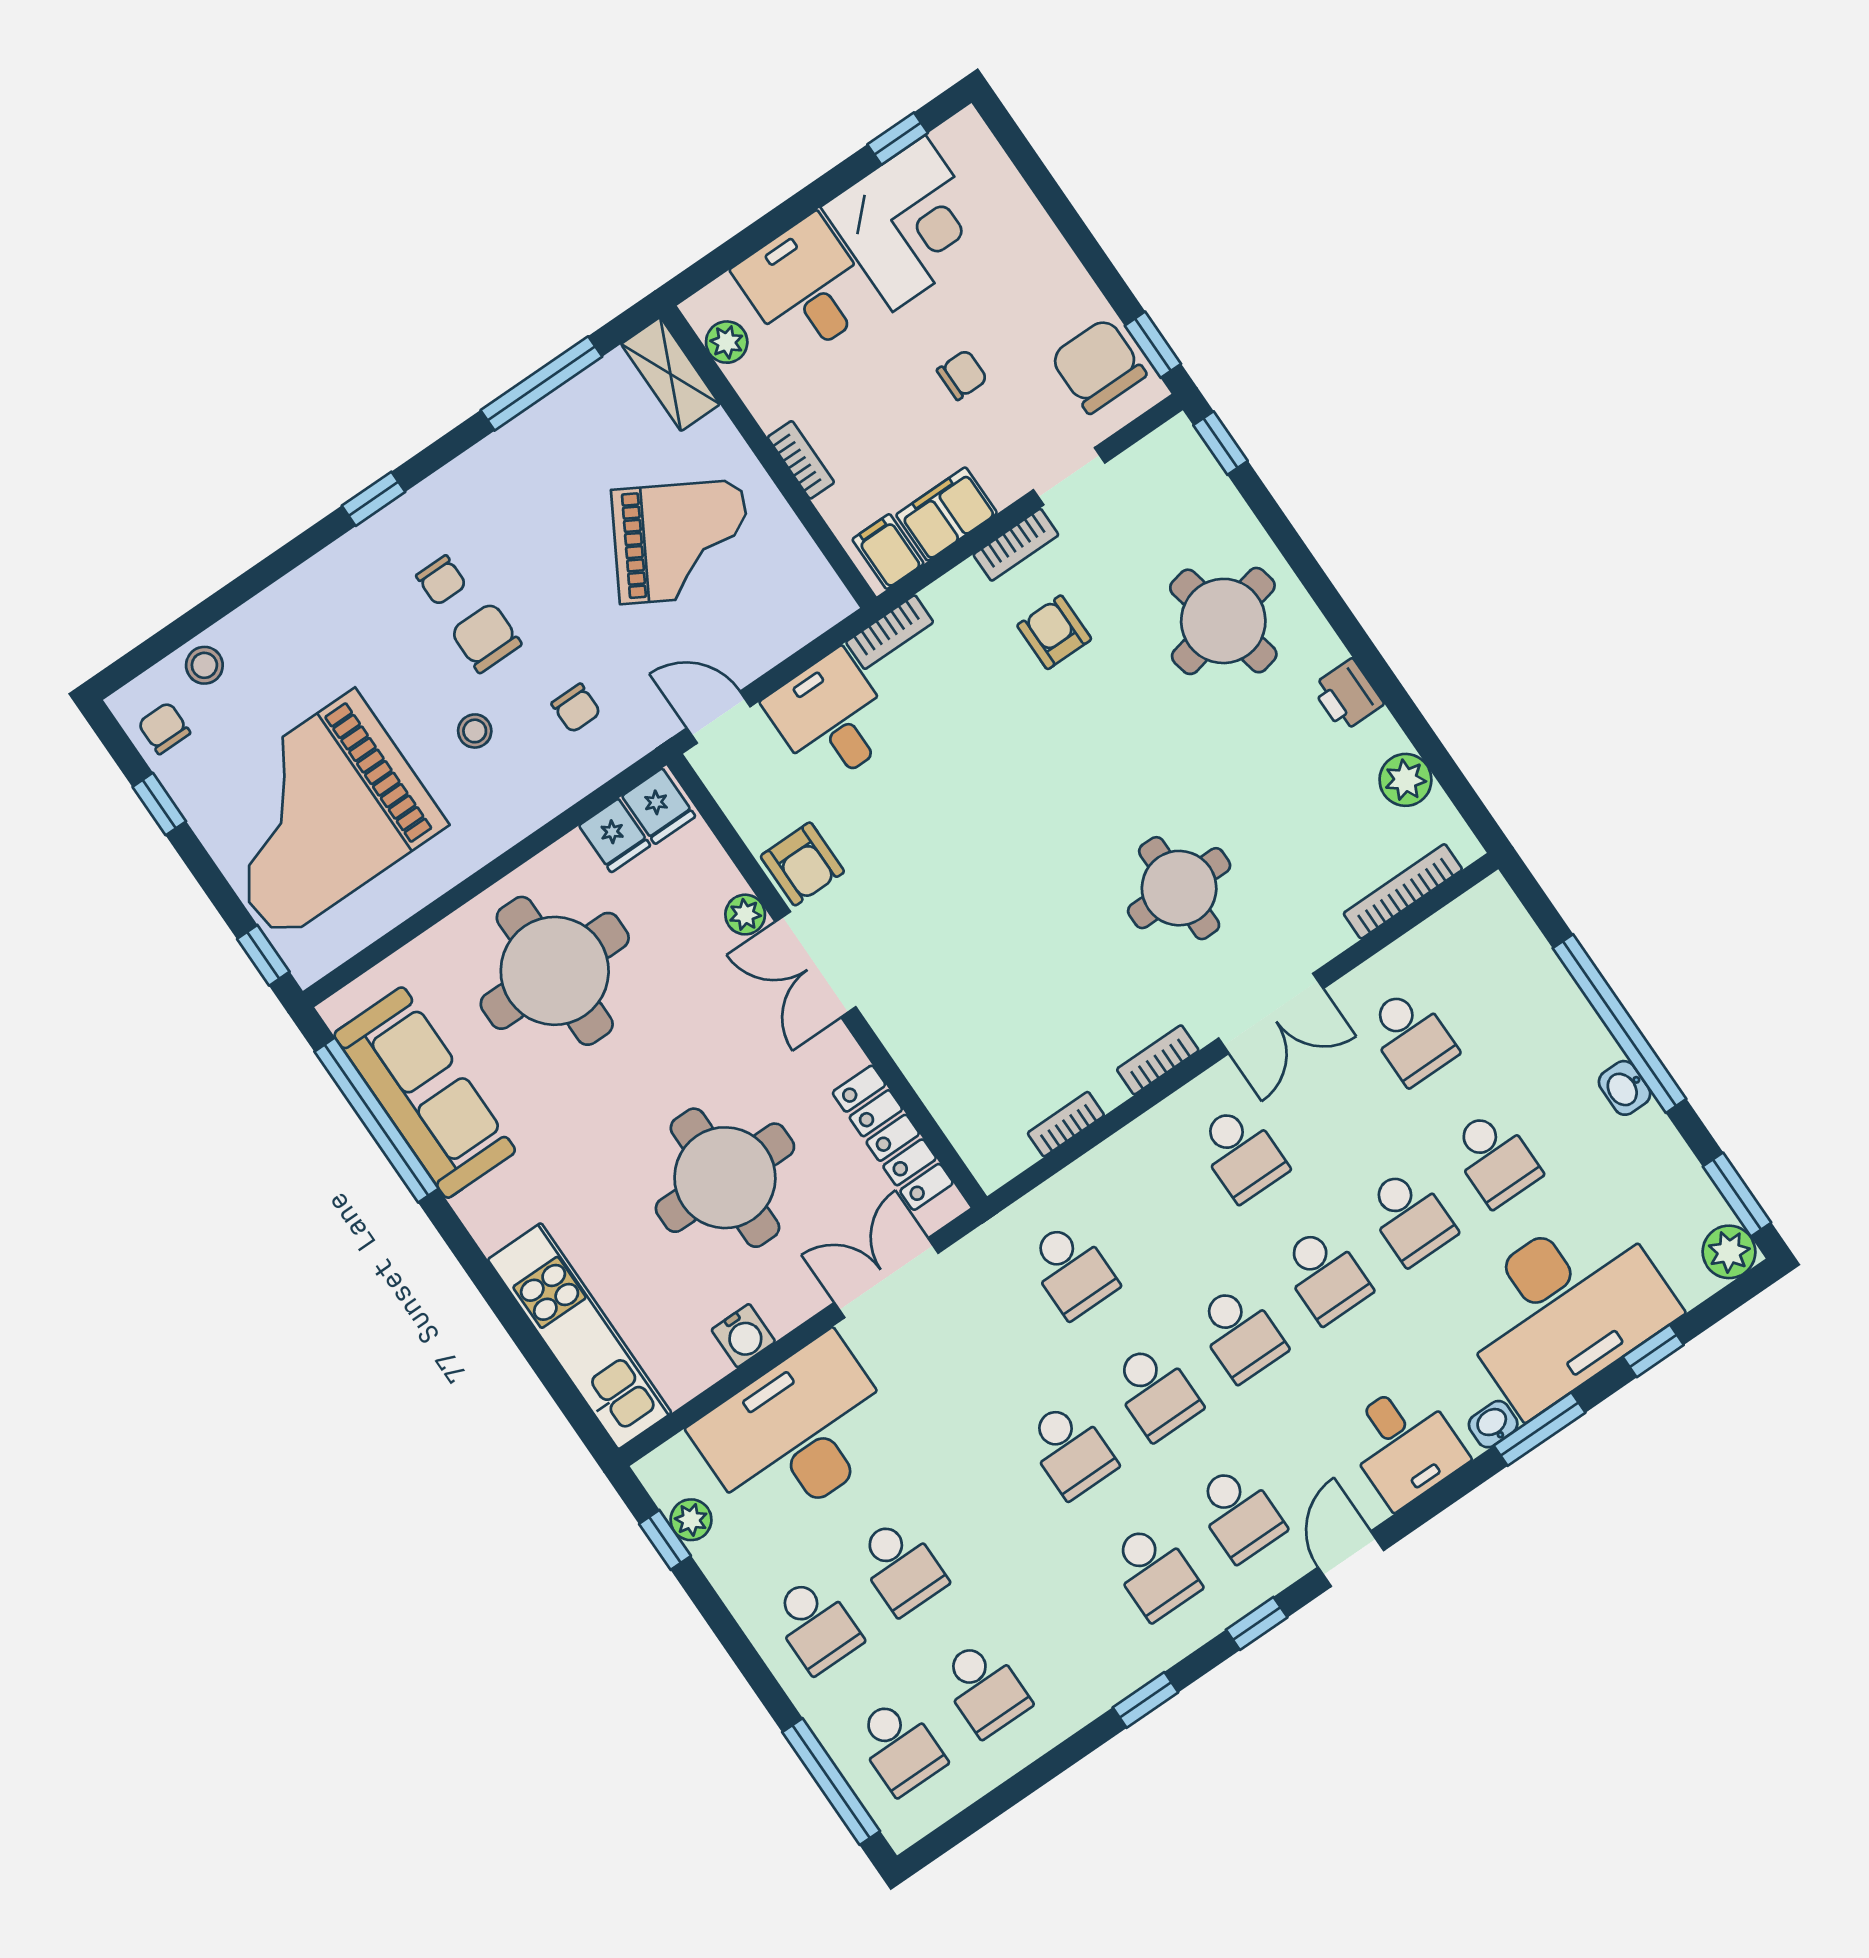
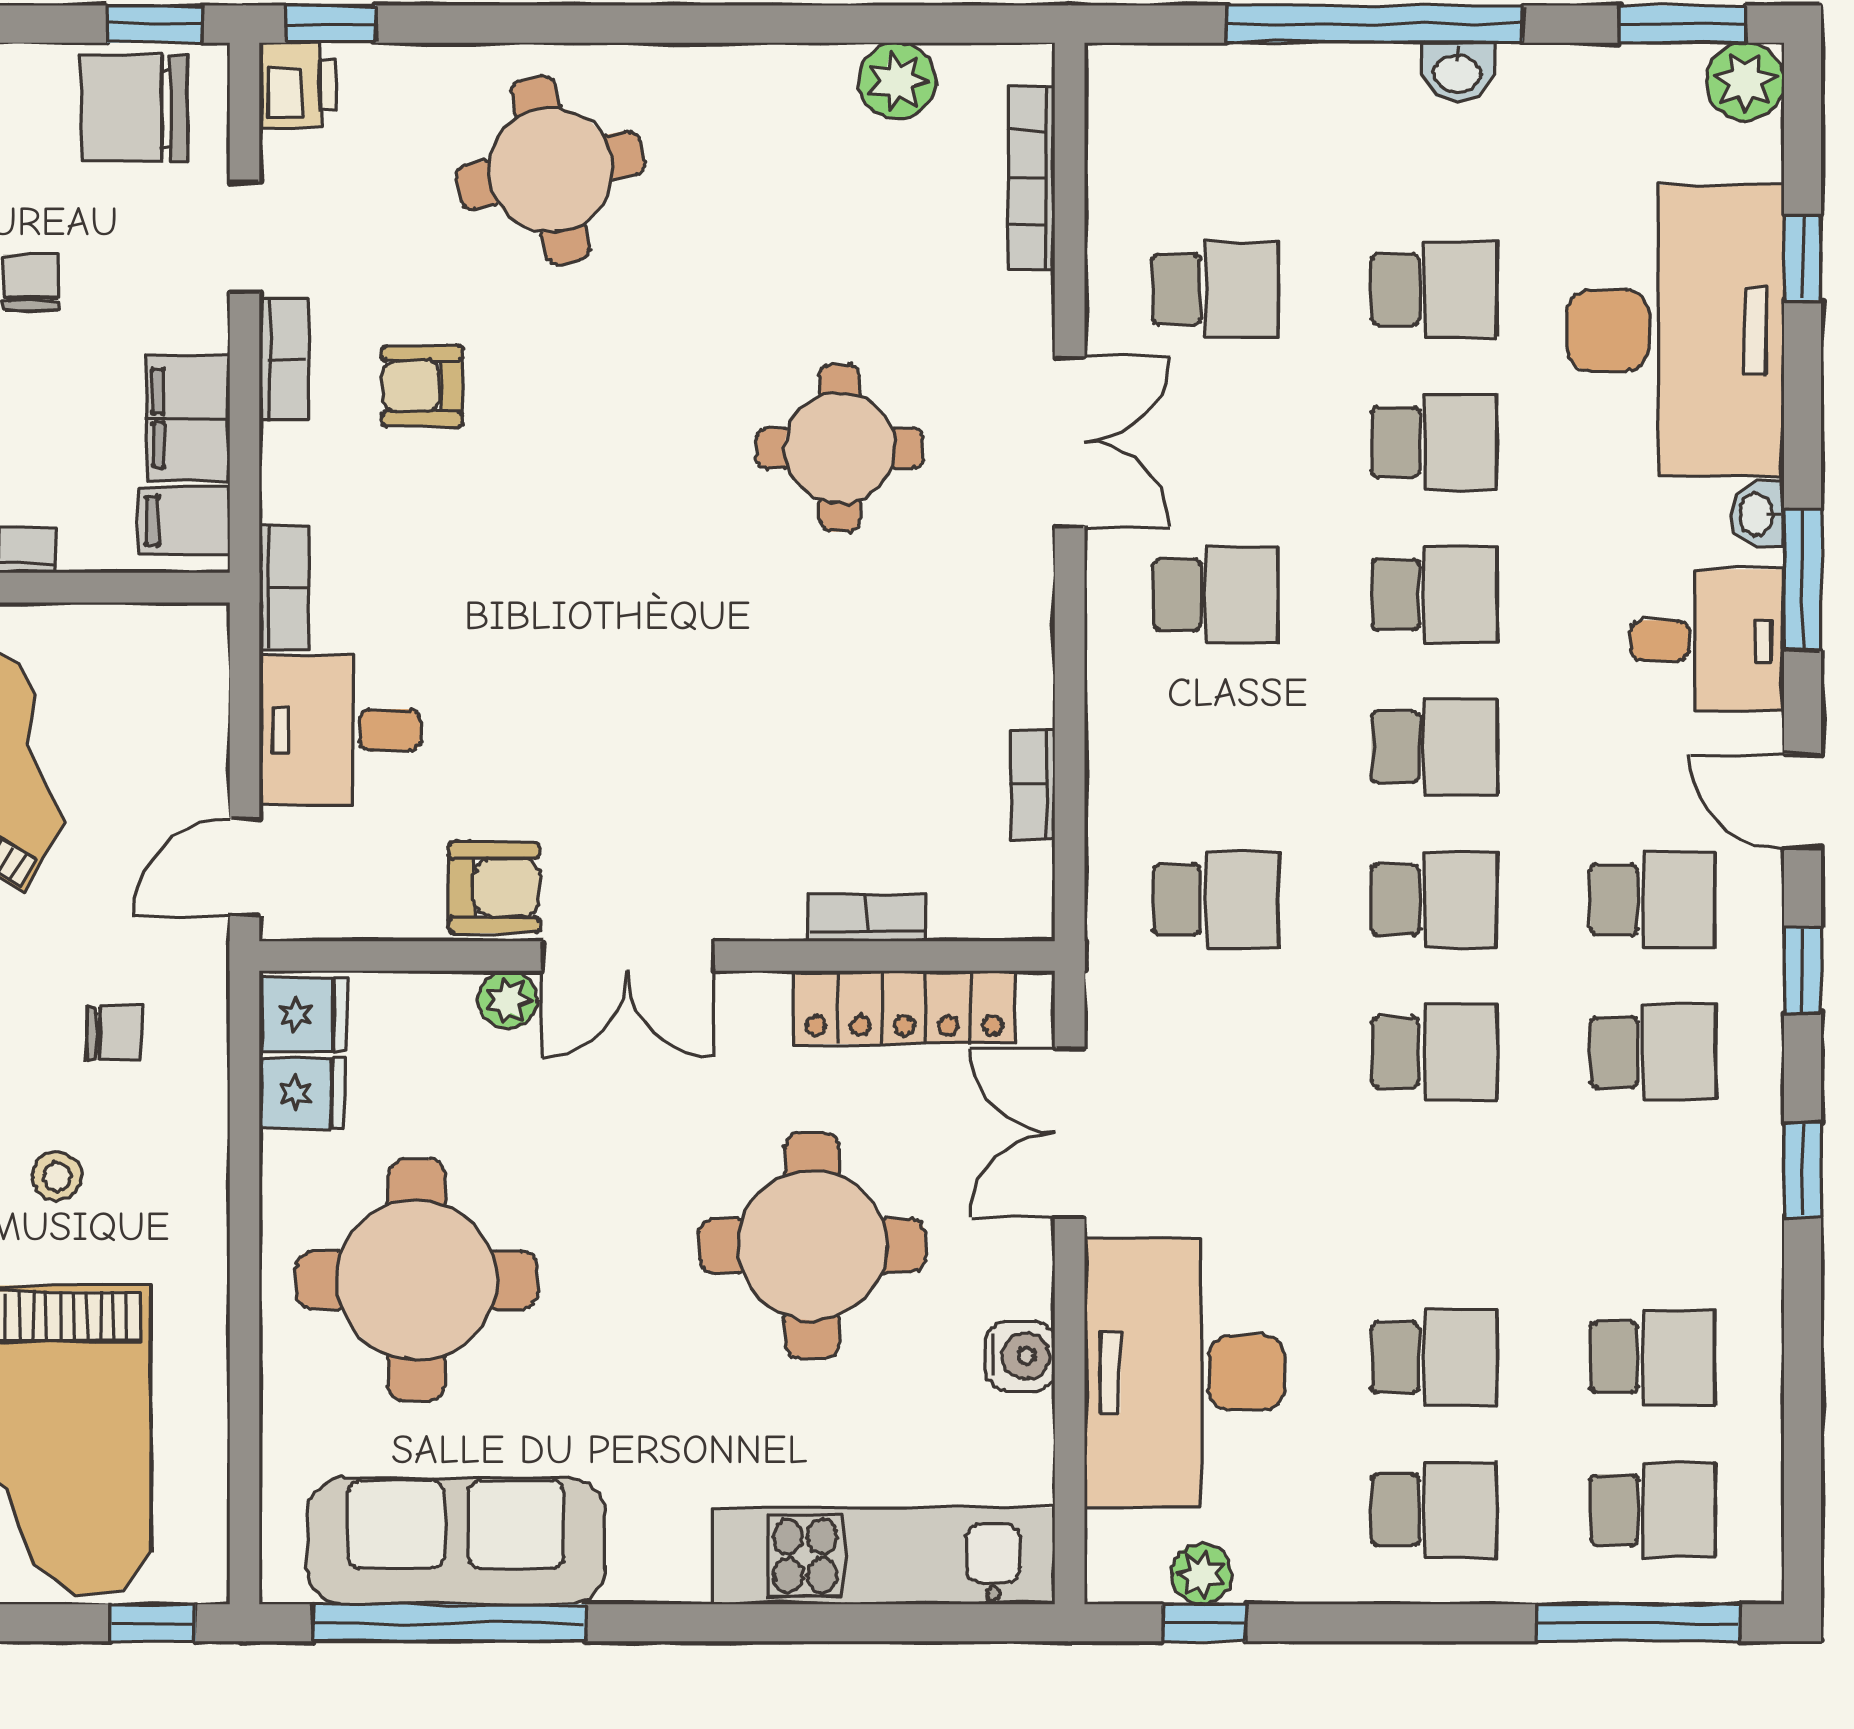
printer: (1347, 695) -> (298, 85), moved, turned -90
bookcase: (1158, 1060) -> (867, 918), moved, turned 90
window: (1540, 1429) -> (1803, 580), moved

